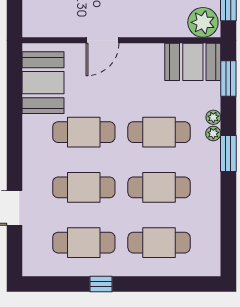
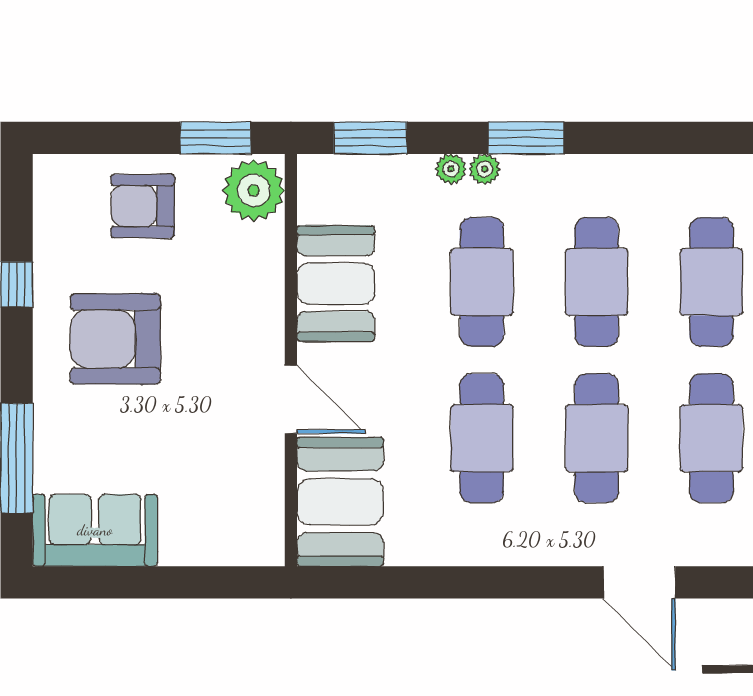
booth: (193, 62) -> (336, 284), moved
booth: (43, 83) -> (340, 502), moved, turned 90

